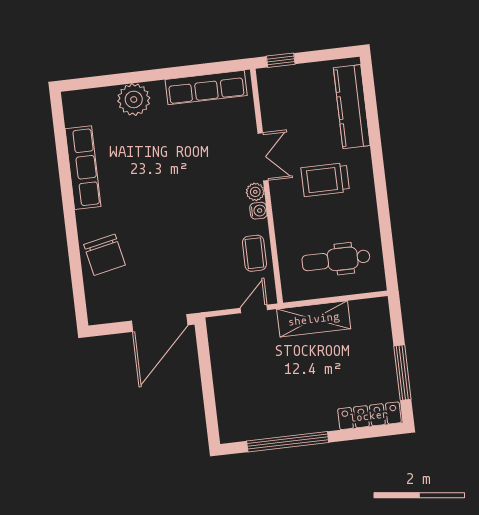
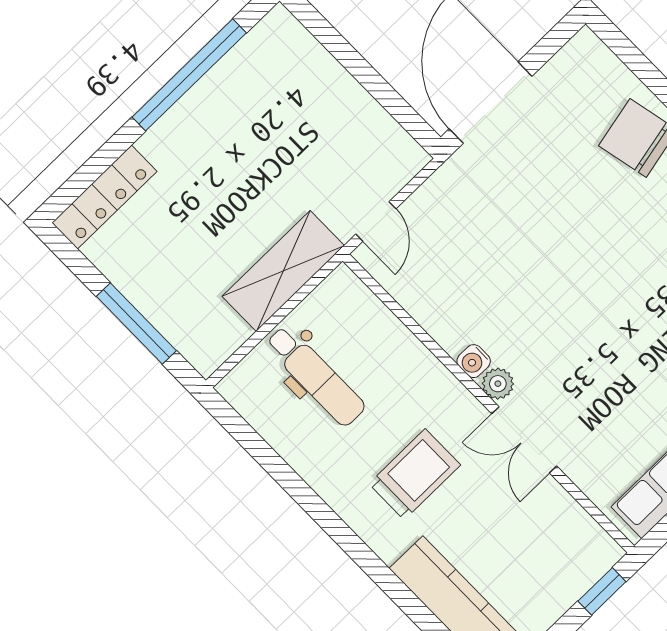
coffee table: (254, 253) -> (434, 298), removed
dental chair: (336, 260) -> (315, 376), turned 90
window: (402, 373) -> (136, 324), moved

